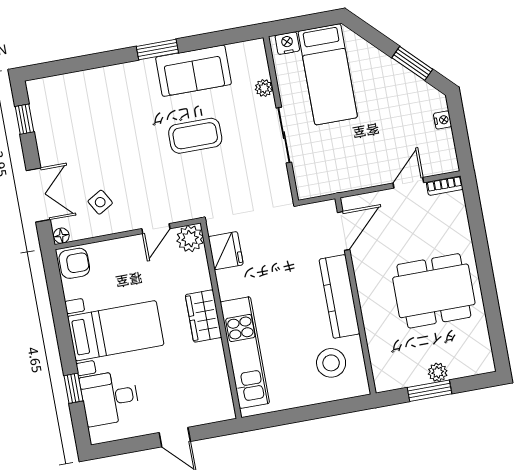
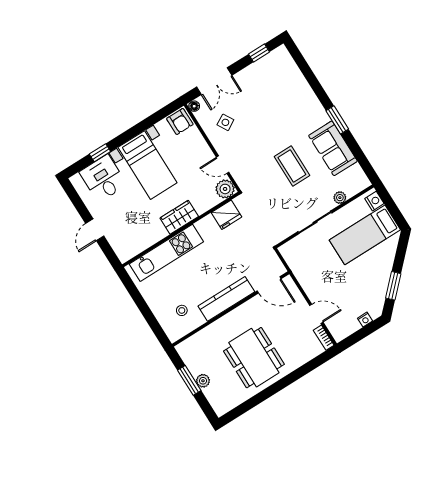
stool: (331, 363) -> (182, 310), width x0.53, depth x0.53

